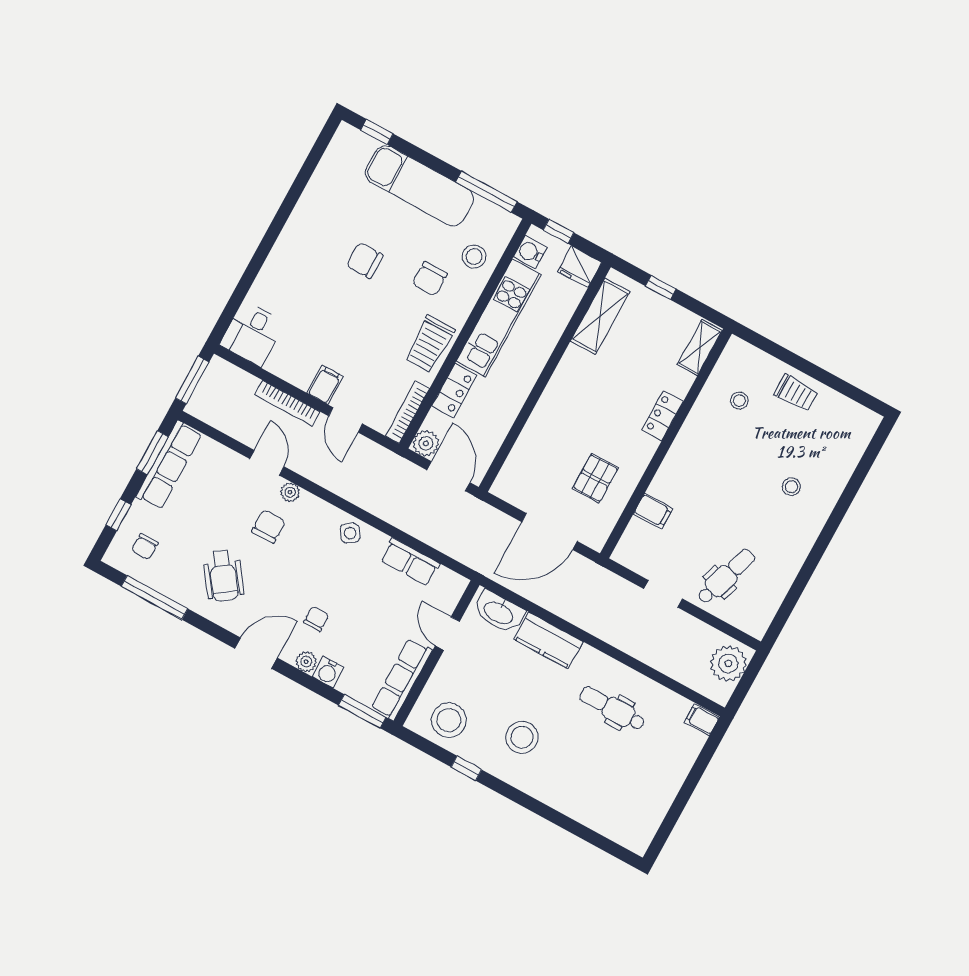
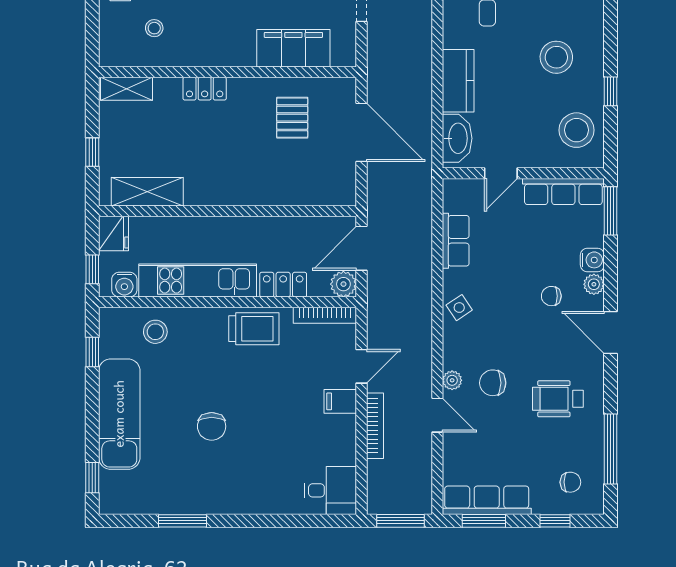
window: (296, 190) -> (183, 521), added
window: (486, 192) -> (92, 352), width x0.46
chair: (430, 279) -> (196, 360), removed
door: (267, 463) -> (437, 415), swing flipped
pallet: (595, 478) -> (292, 118), turned 90
filing cabinet: (653, 511) -> (293, 48), width x3.00, depth x1.17
wheelchair: (223, 576) -> (558, 399), turned -144

